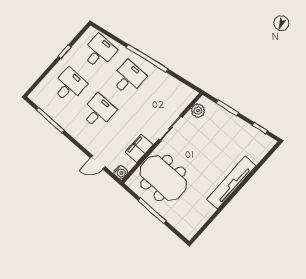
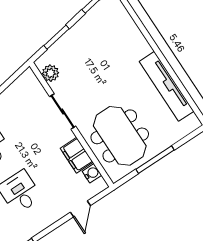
water cooler: (121, 172) -> (92, 173), moved
meeting table: (163, 178) -> (120, 136), turned 90
tv unit: (231, 183) -> (167, 86), moved

